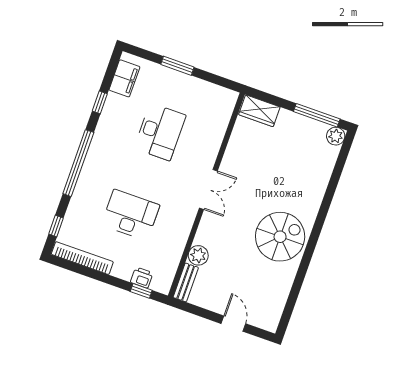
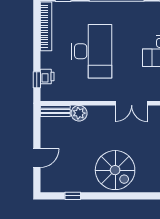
desk: (131, 215) -> (91, 51), width x1.36, depth x1.30
window: (293, 297) -> (73, 196), added

